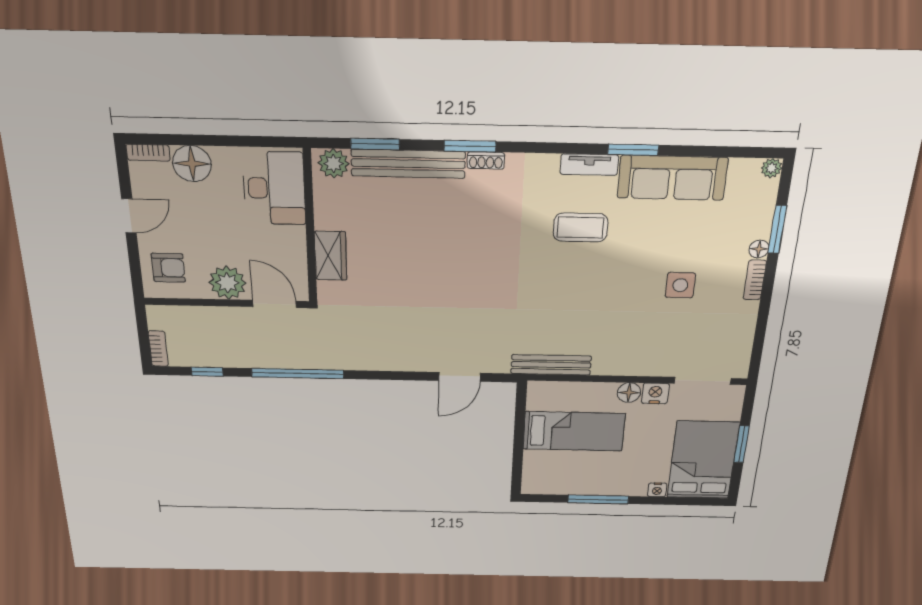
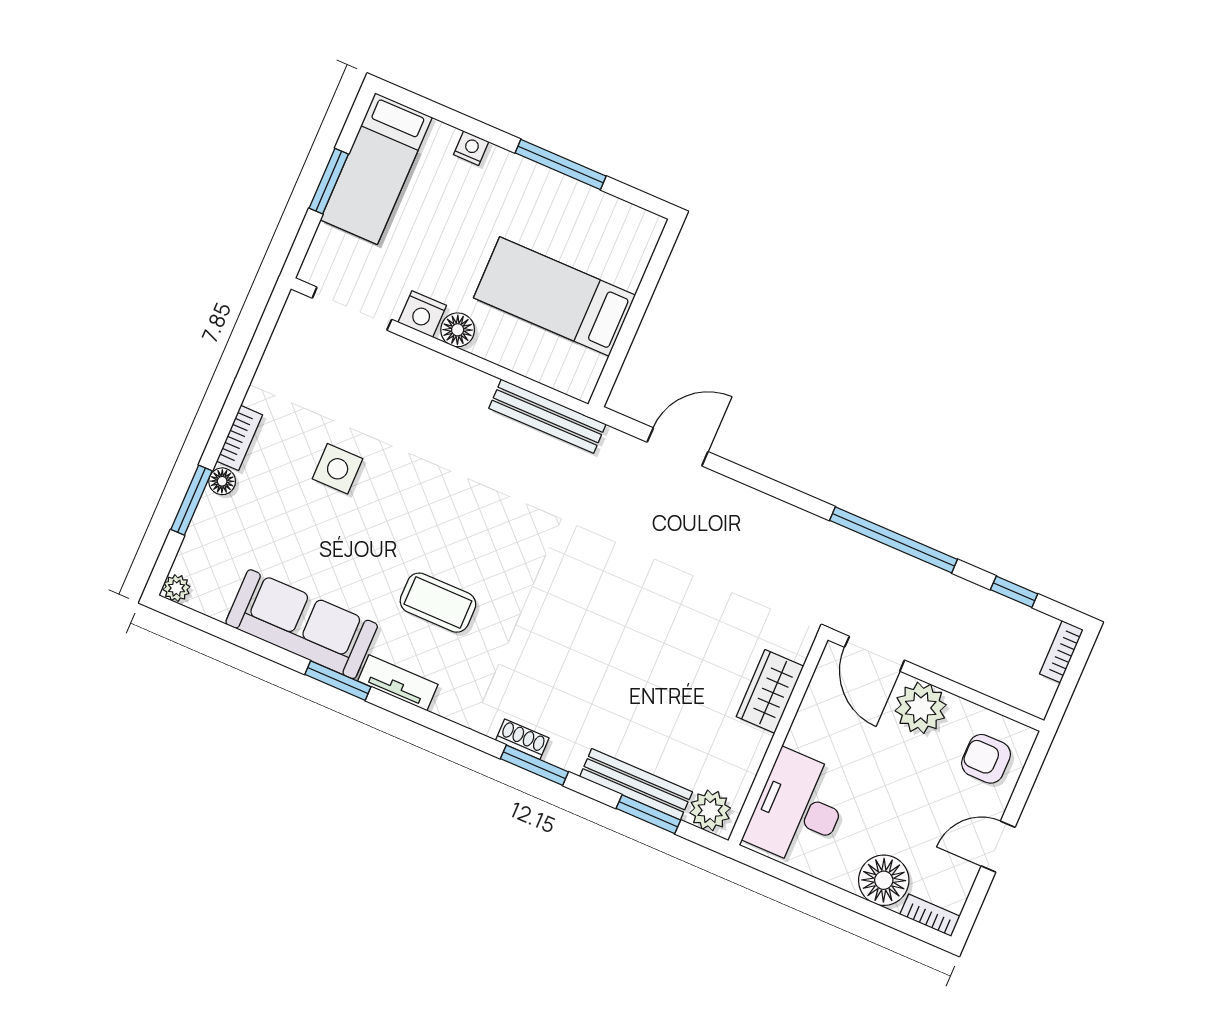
bench: (408, 164) -> (636, 784), width x0.73, depth x0.82
bed: (703, 460) -> (376, 169), width x0.67

